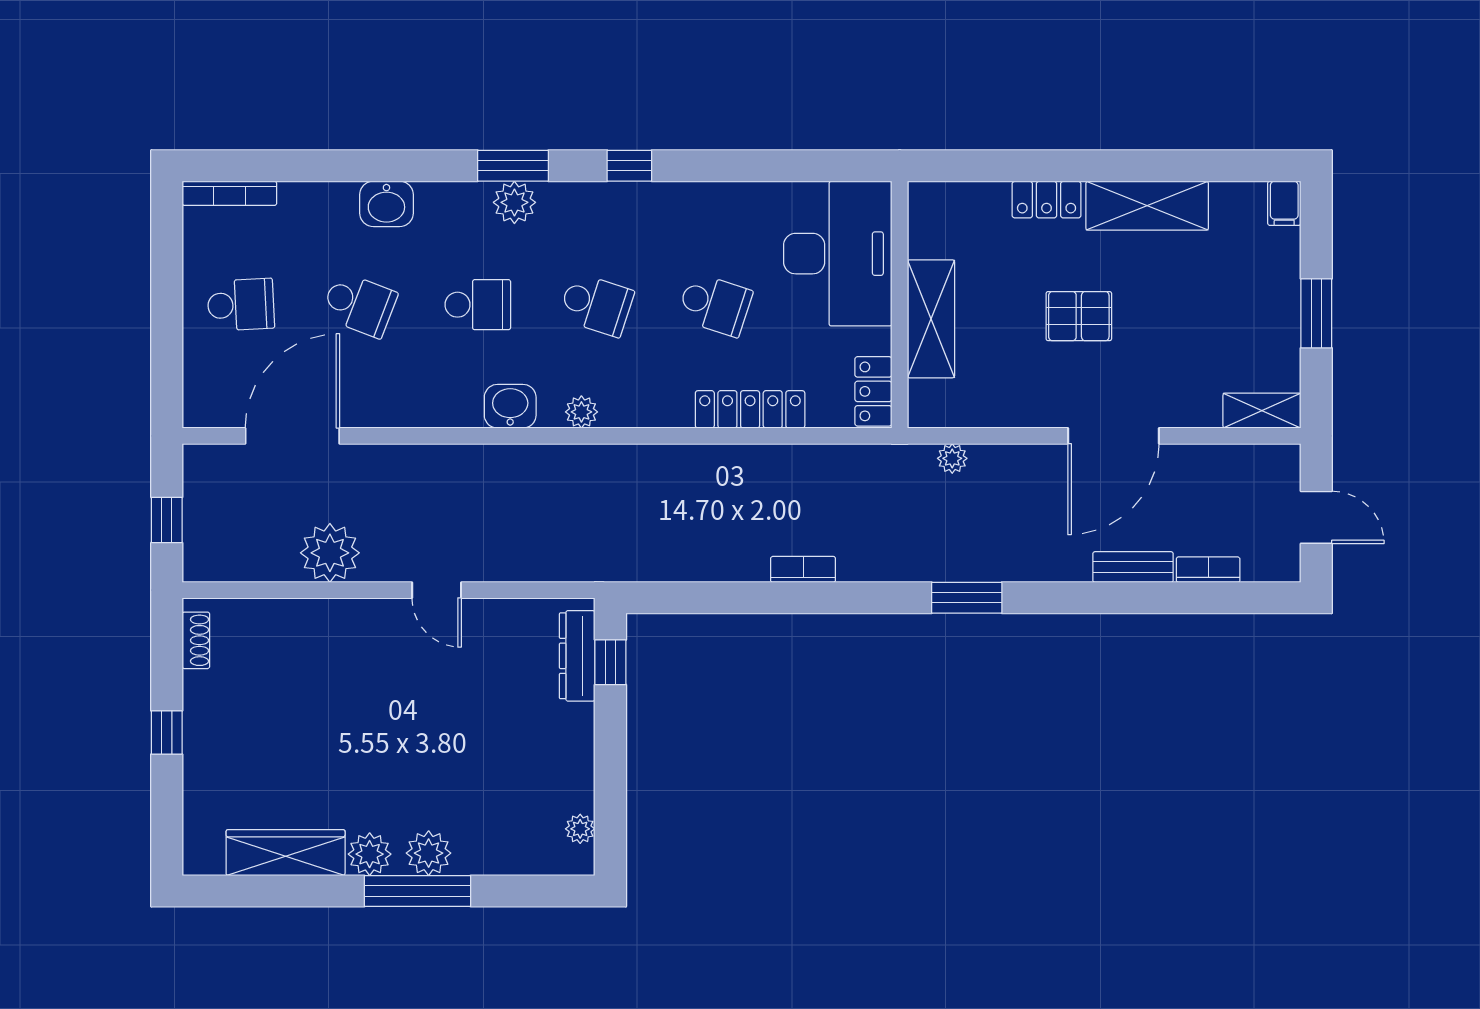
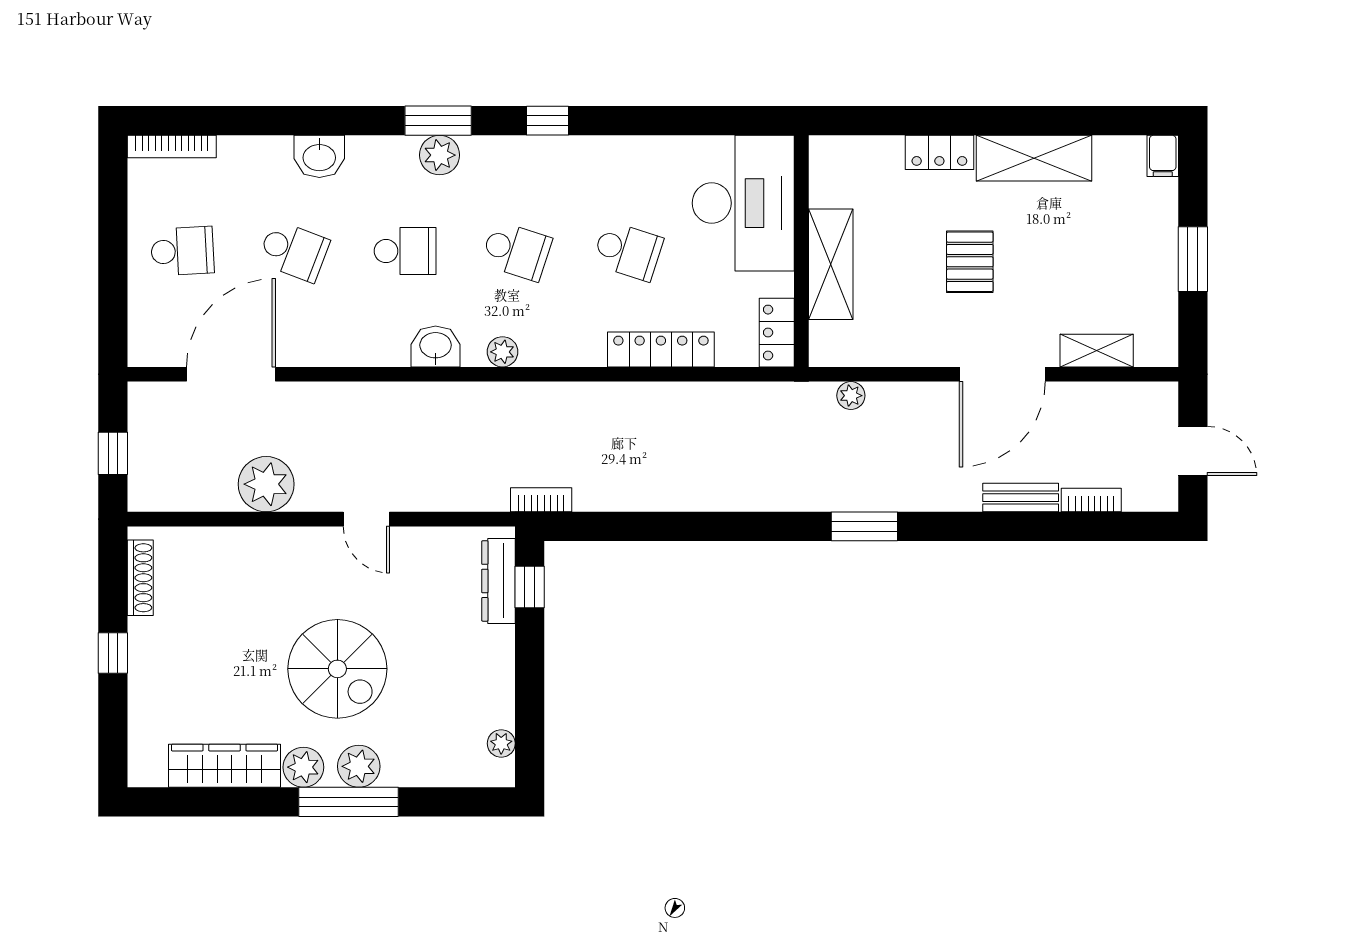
pallet: (1079, 316) -> (970, 262), turned 90
shelving: (1262, 411) -> (1097, 351), moved
bookcase: (803, 569) -> (541, 500), moved
shoe rack: (196, 640) -> (140, 578), width x1.43
spiral stairs: (406, 749) -> (337, 669), added

